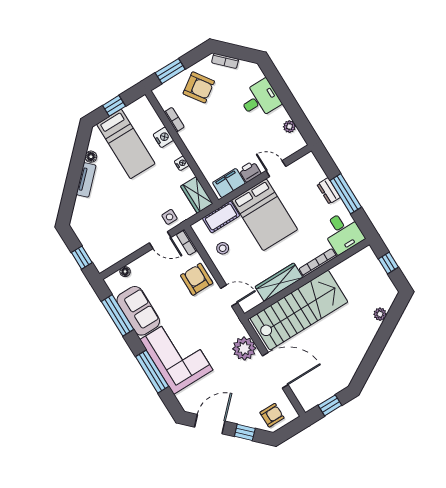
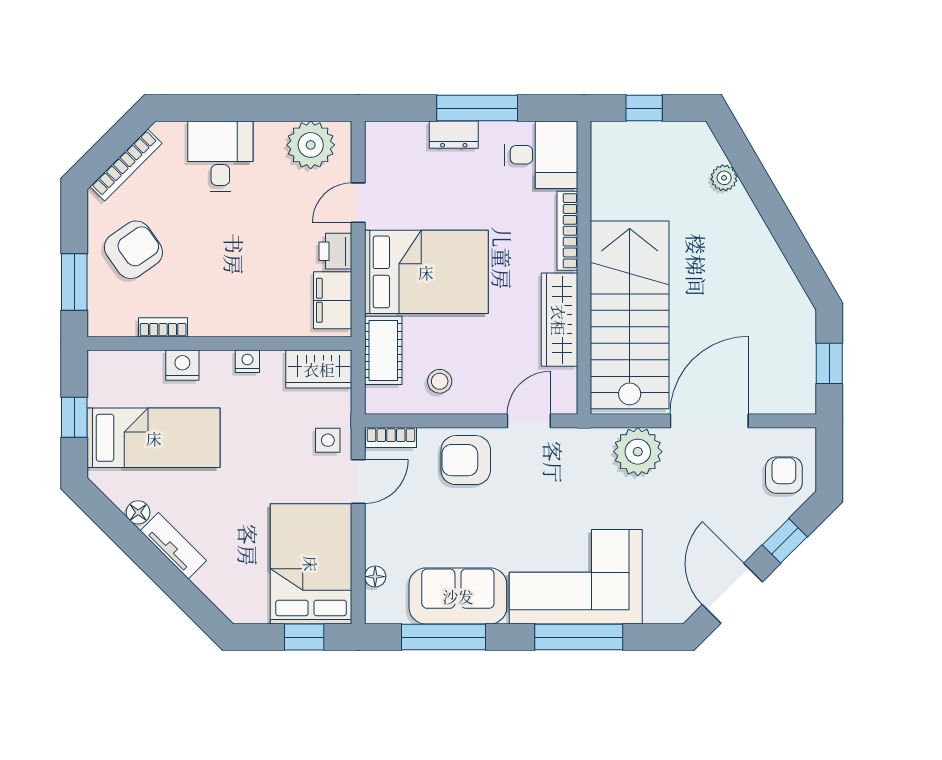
bookcase: (225, 61) -> (126, 165), width x1.56
plant: (289, 127) -> (311, 145), width x1.87, depth x1.87
bed: (114, 242) -> (311, 564), added

